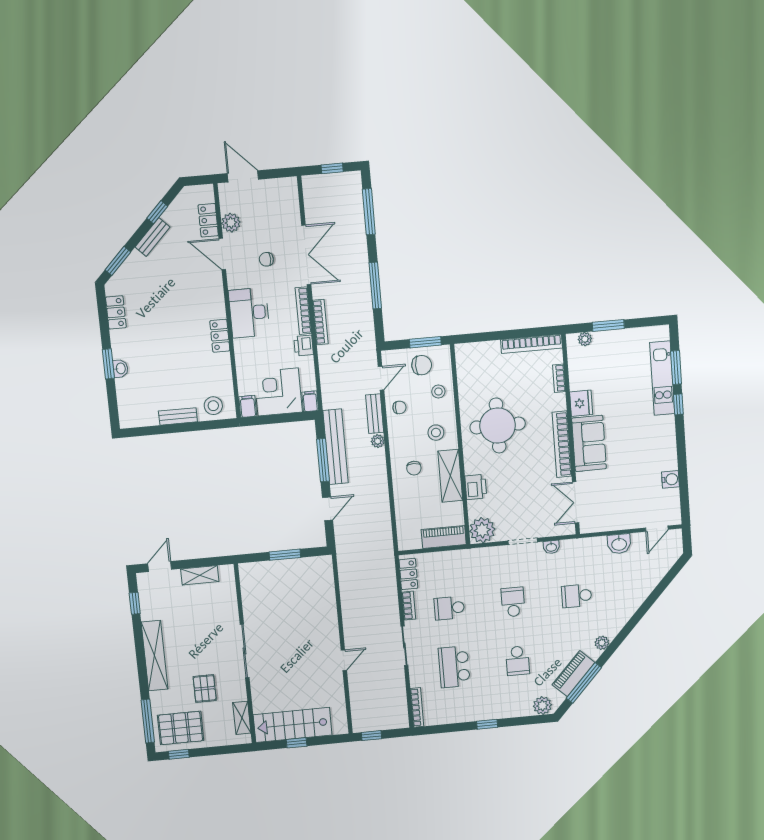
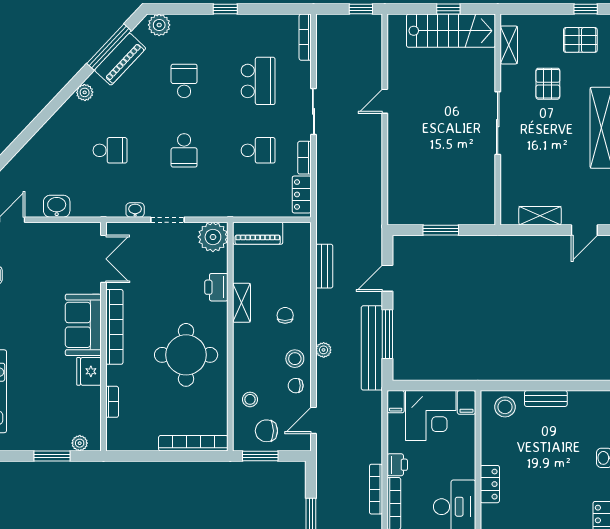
bookcase: (532, 344) -> (193, 443), moved
bench: (375, 414) -> (324, 266), moved
stool: (436, 433) -> (295, 359), moved
shelving: (450, 476) -> (242, 303), width x0.67, depth x0.75
pallet: (181, 728) -> (580, 40), width x0.67, depth x0.71

